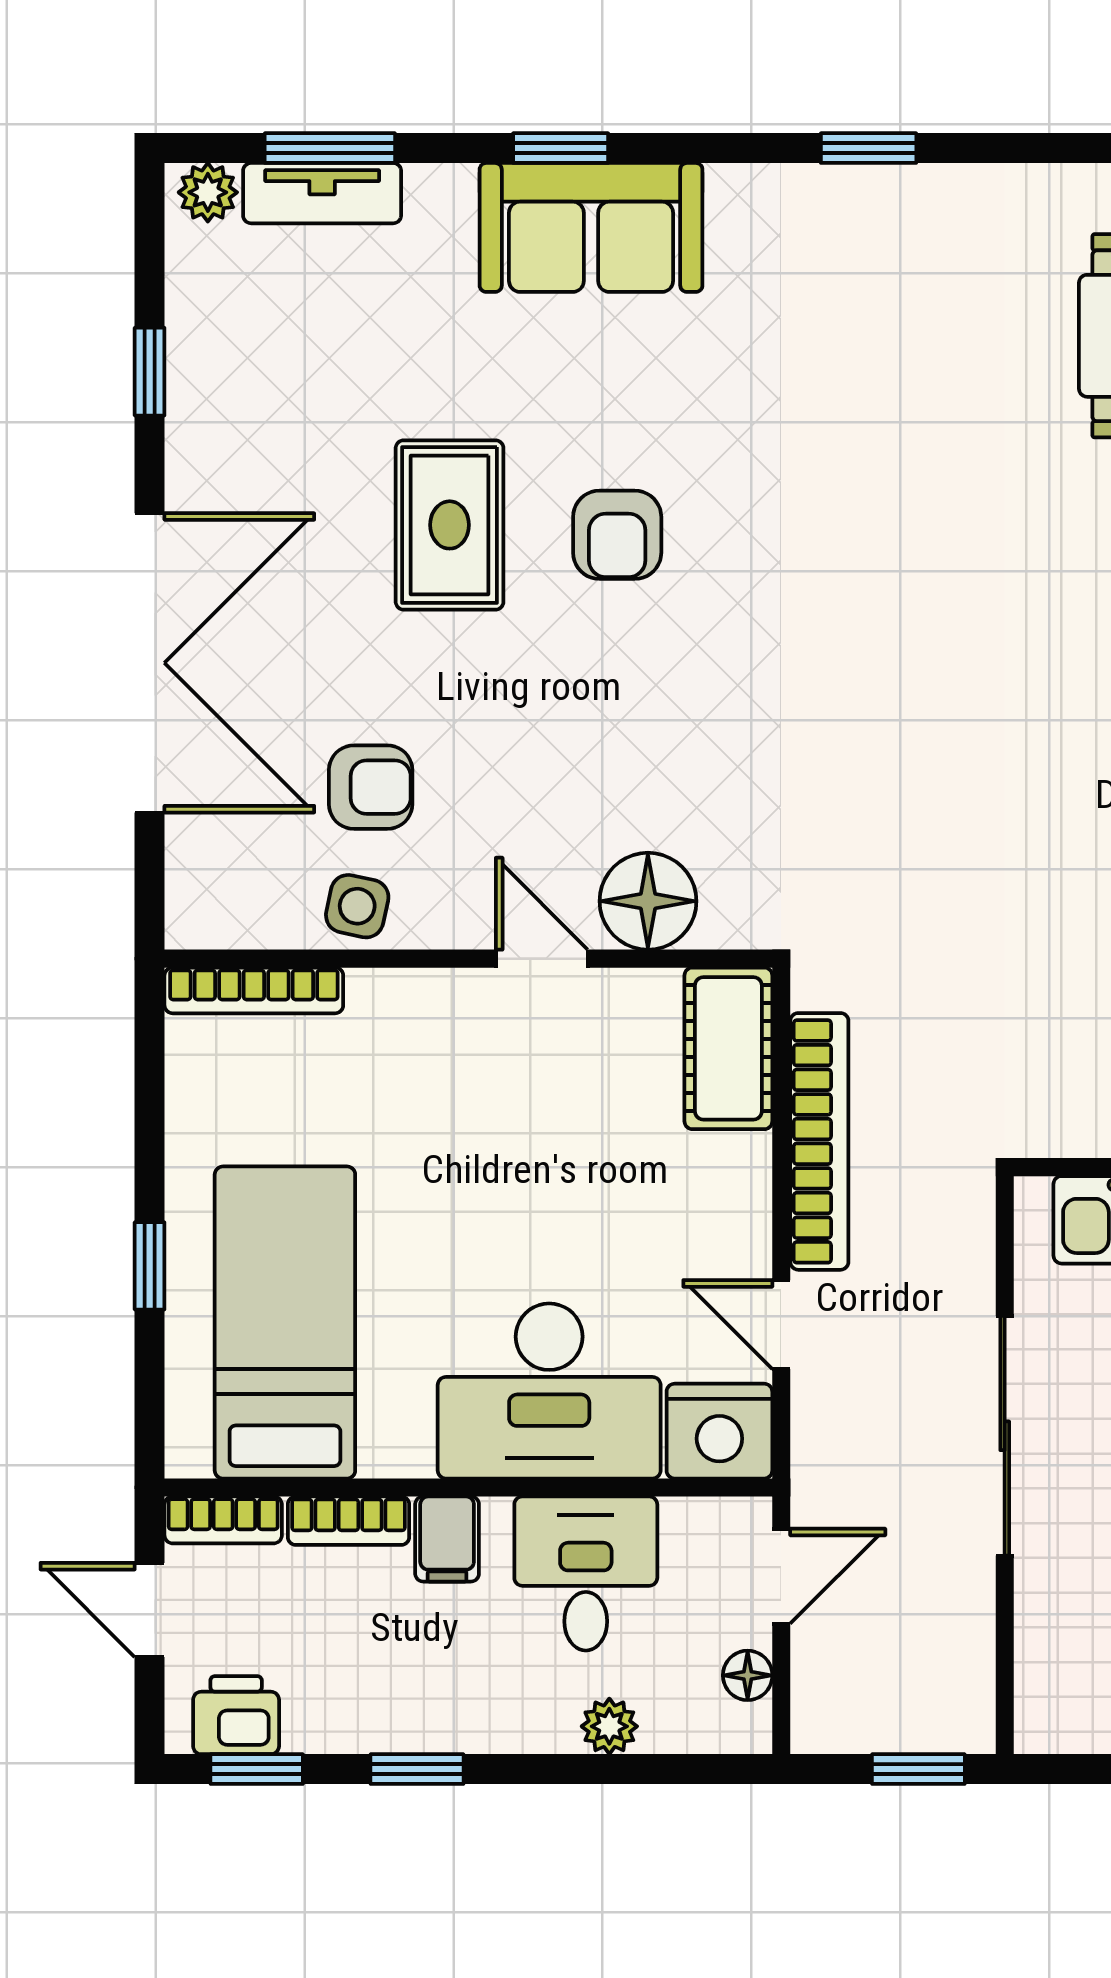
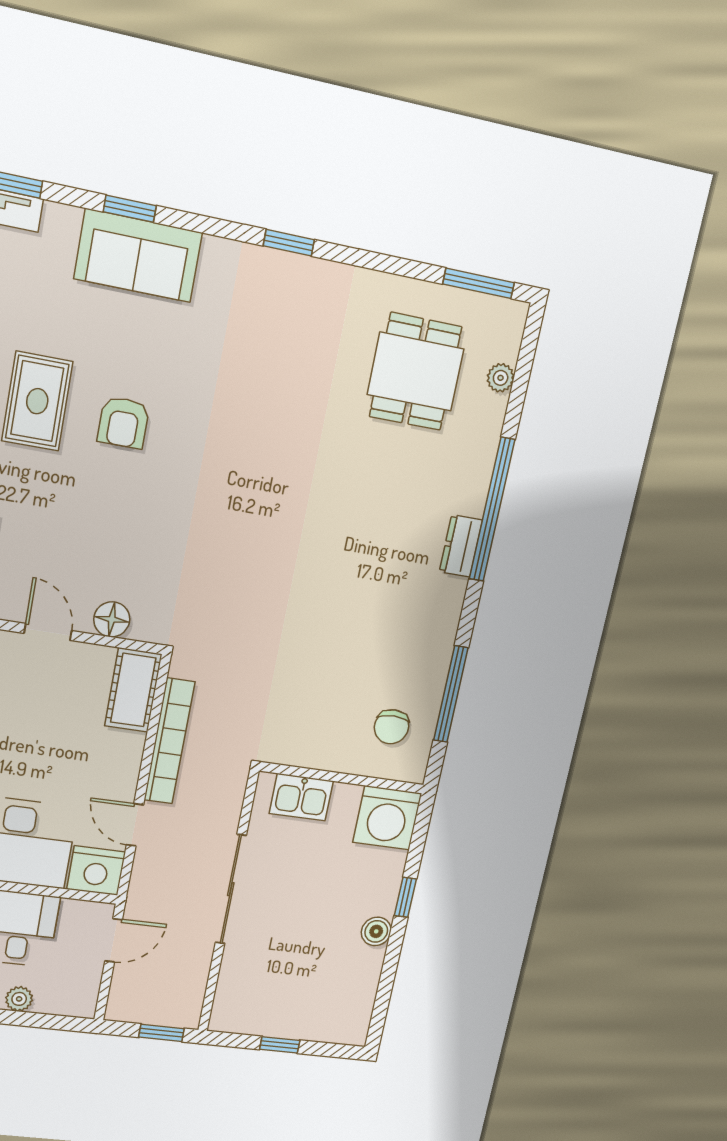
floor lamp: (648, 901) -> (112, 619), width x0.73, depth x0.73
floor lamp: (748, 1675) -> (89, 983), removed

